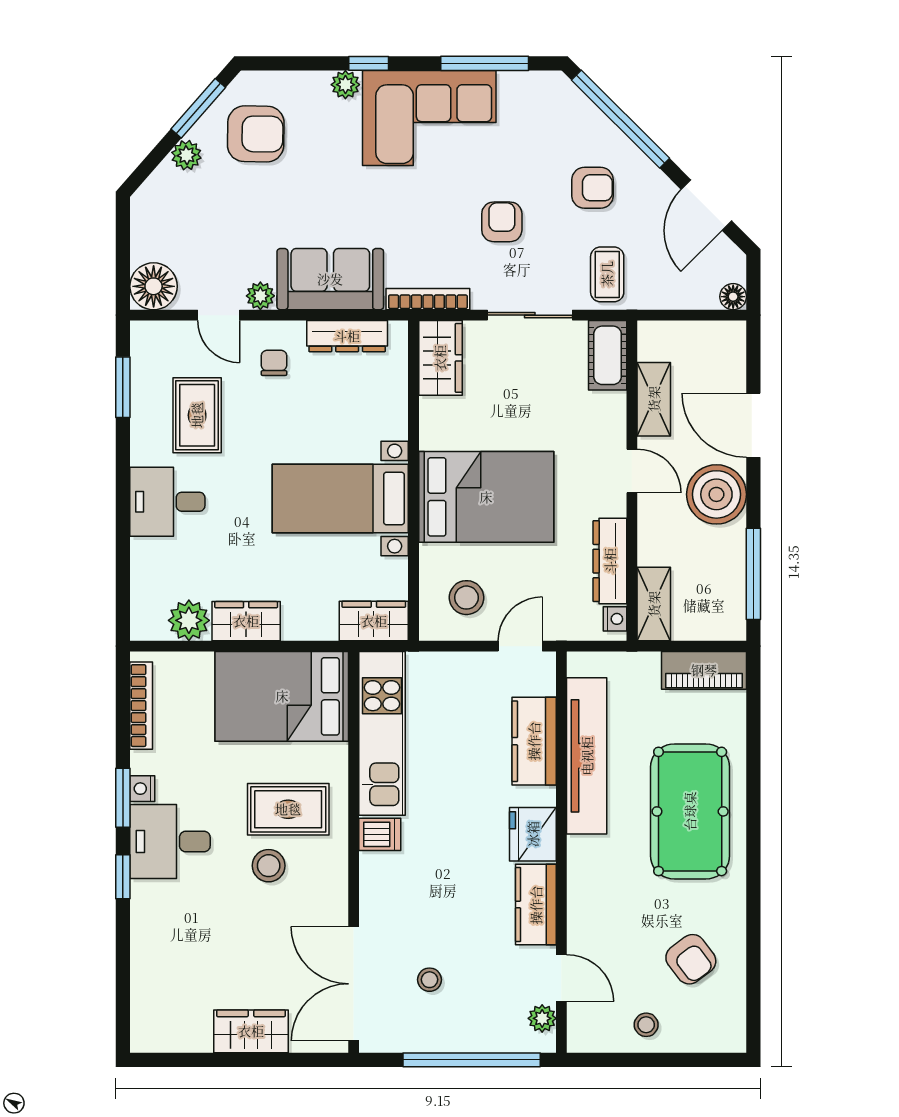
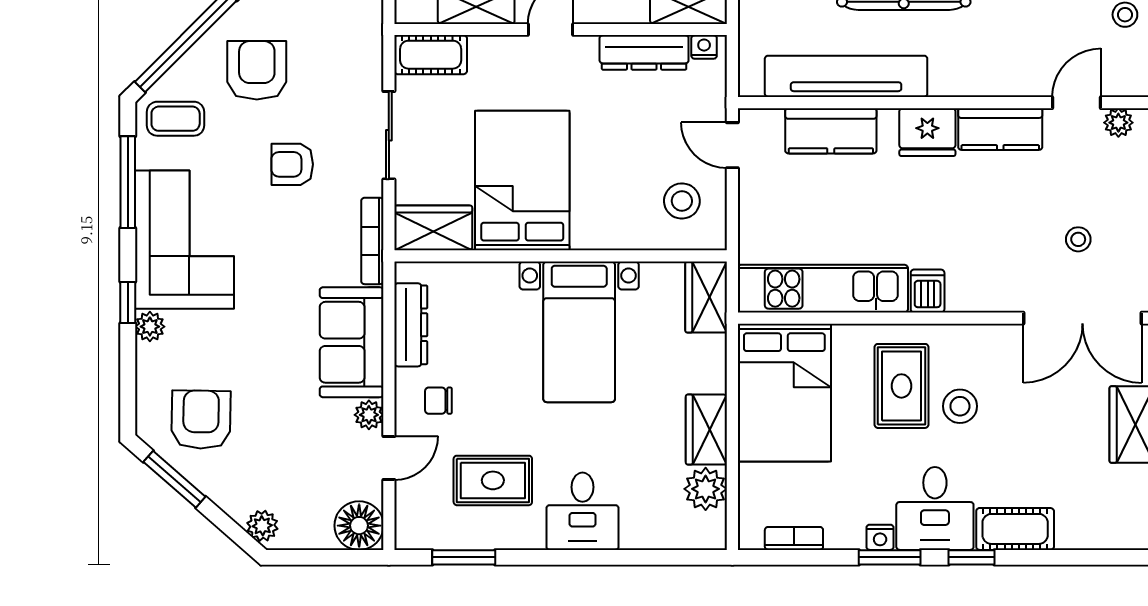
plant: (186, 155) -> (262, 526), moved
armchair: (593, 188) -> (257, 70), width x1.38, depth x1.38
coffee table: (607, 274) -> (176, 119), moved
bed: (486, 497) -> (522, 181), moved
bookcase: (141, 706) -> (794, 538), width x0.64
cot: (150, 919) -> (1015, 529), added

